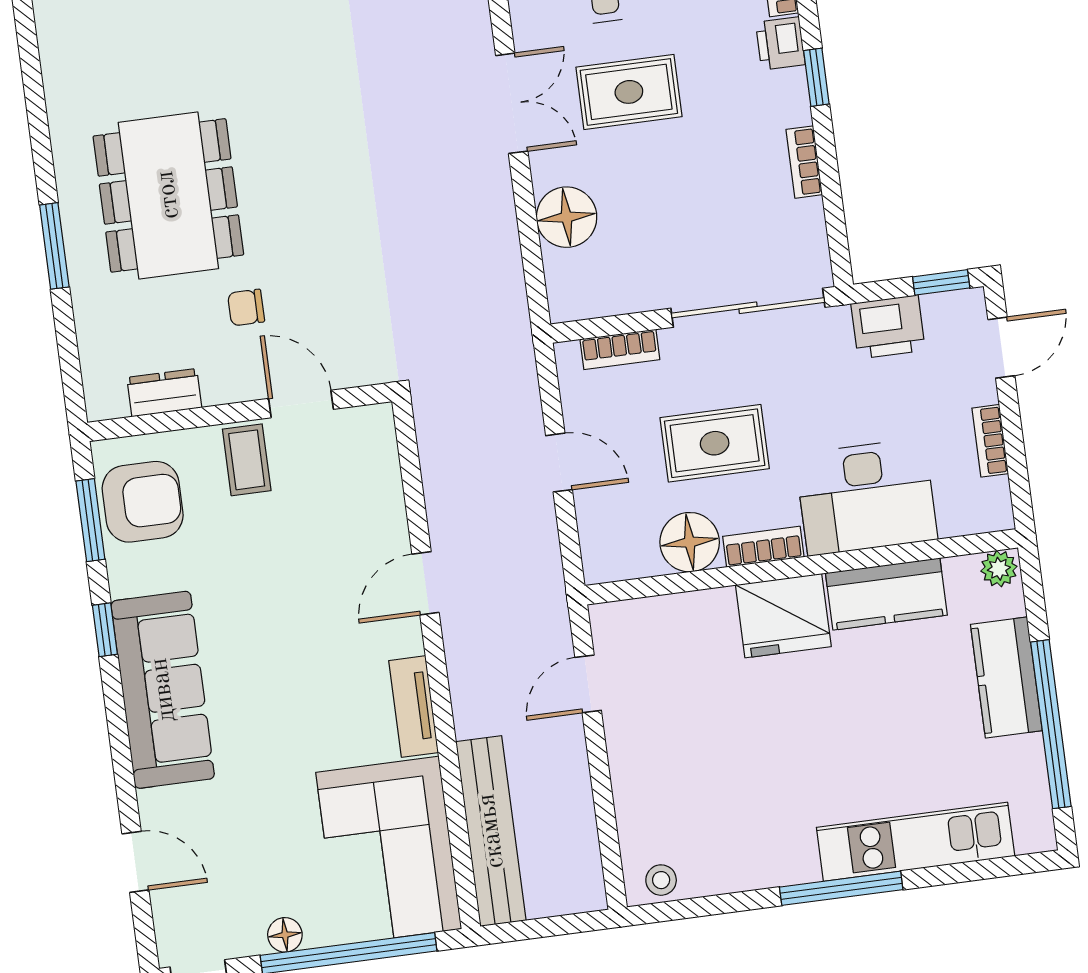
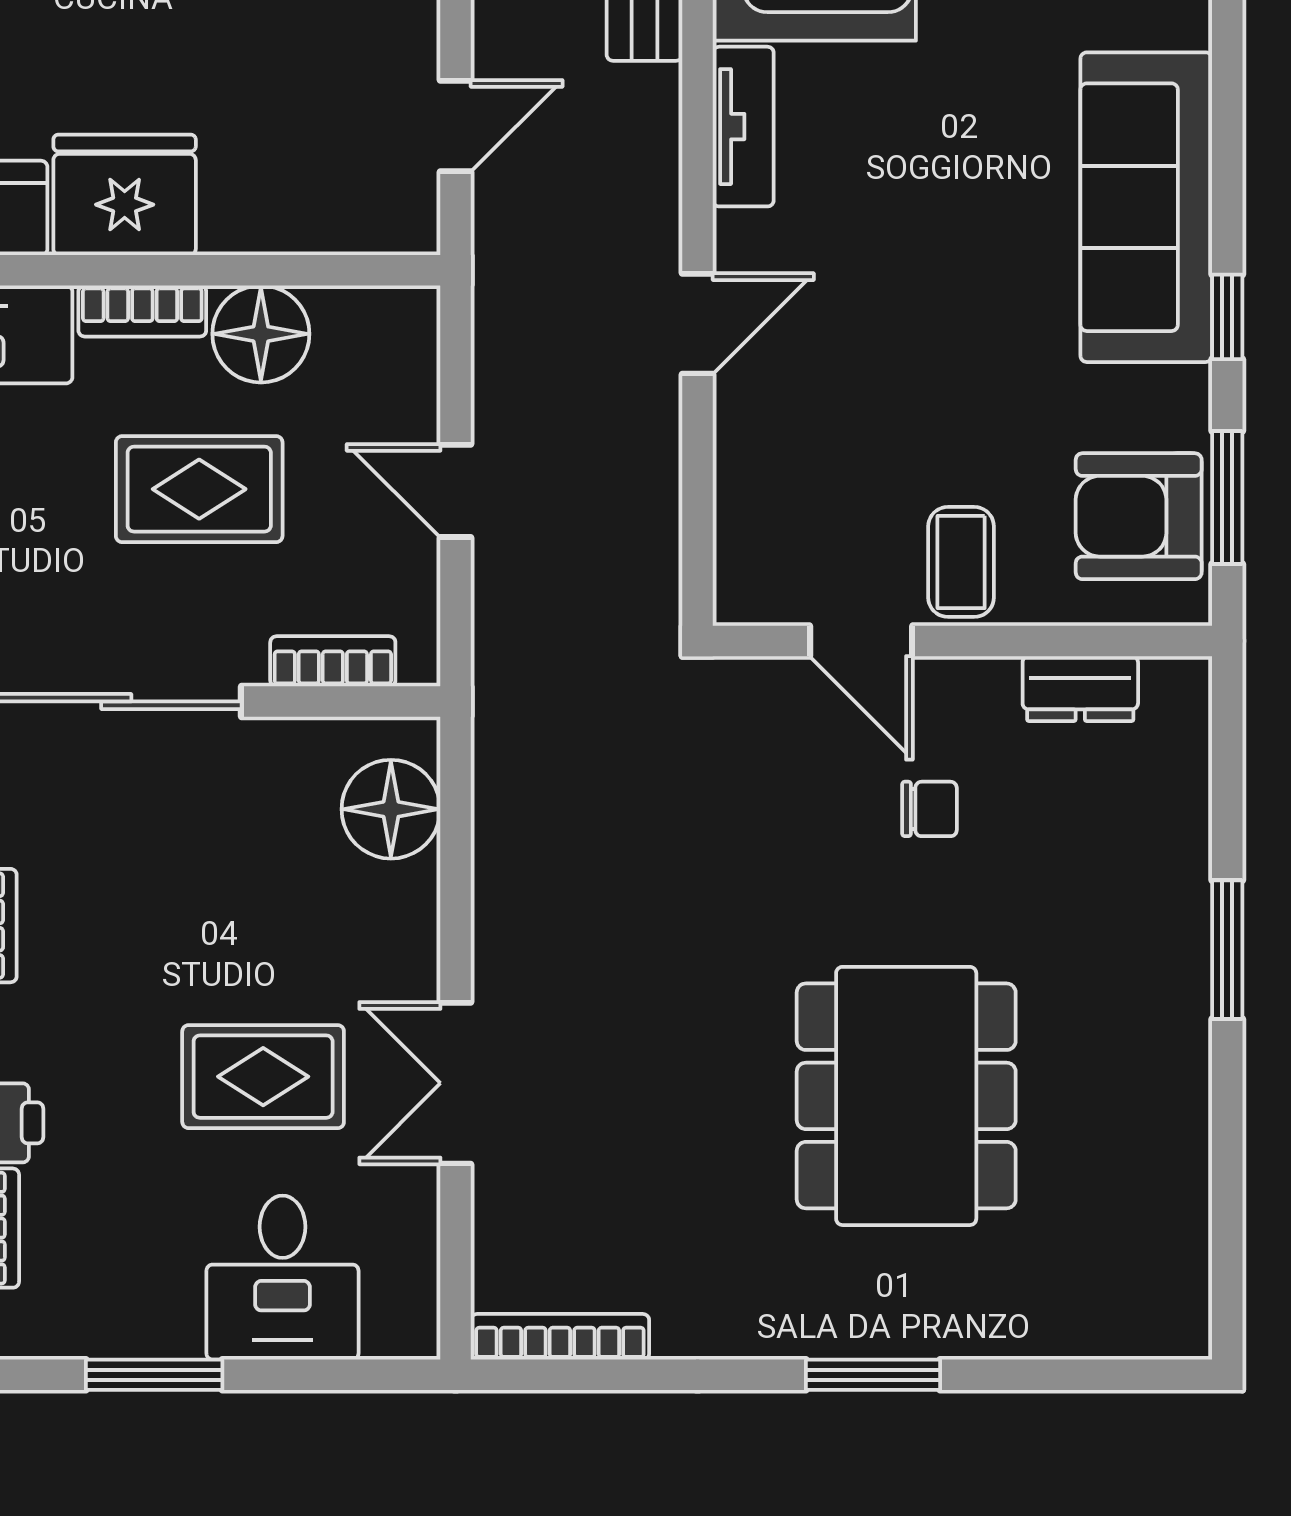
dining table: (168, 195) -> (906, 1096), moved
floor lamp: (567, 217) -> (391, 809), moved

